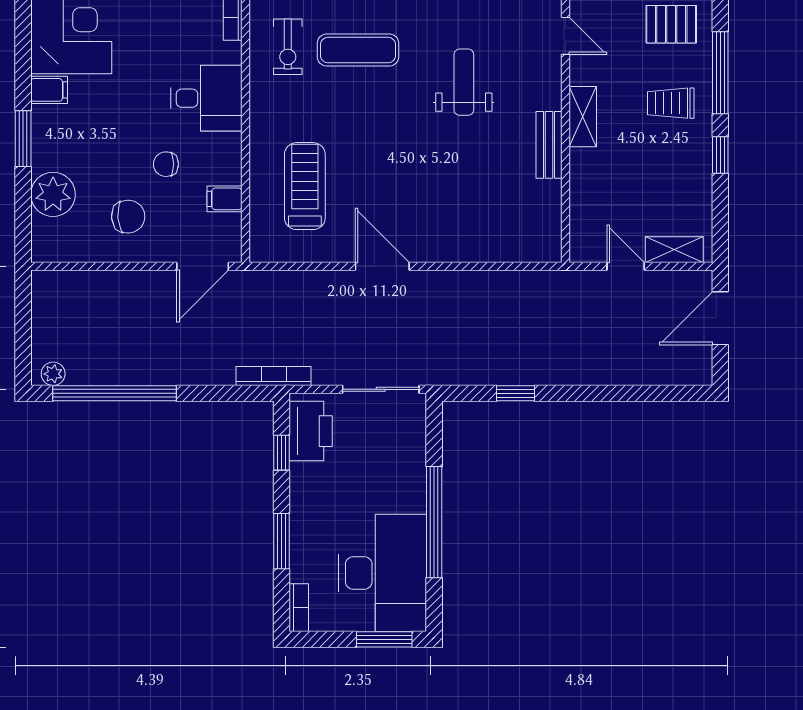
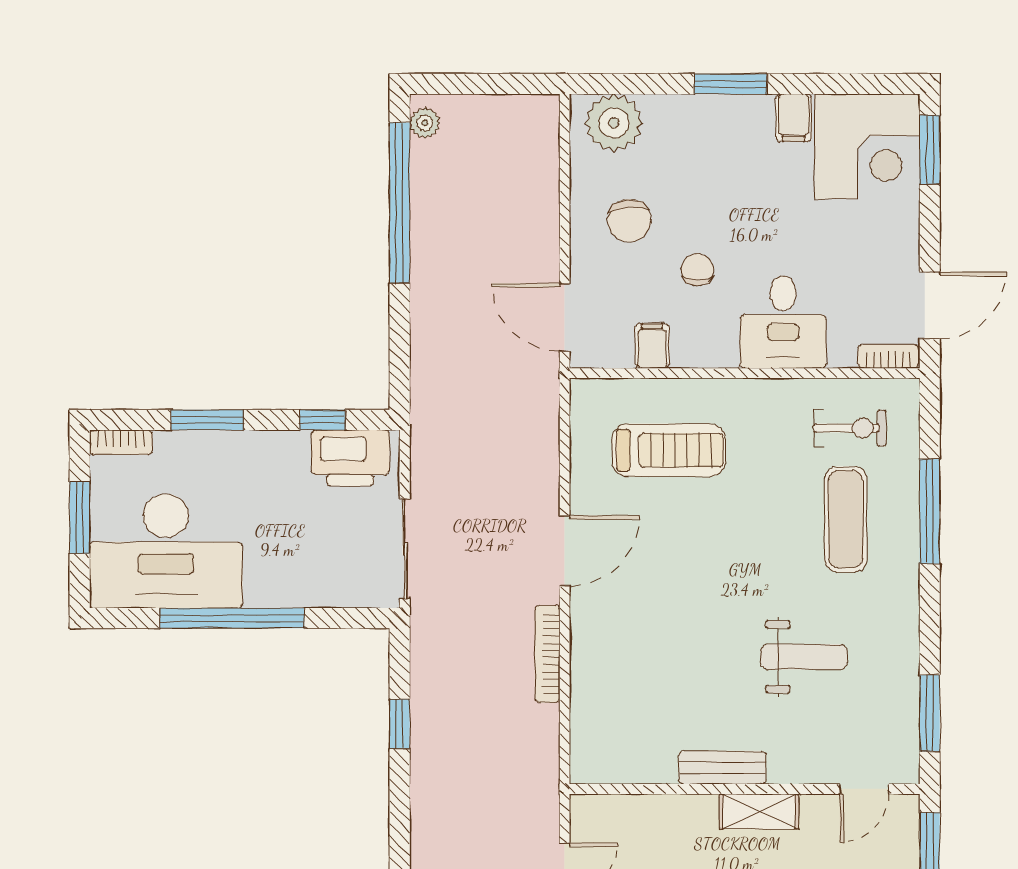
exercise bike: (288, 47) -> (850, 428), turned 180
plant: (53, 194) -> (614, 123), moved
bookcase: (274, 376) -> (547, 654), moved, turned 180
window: (384, 639) -> (80, 518), moved

